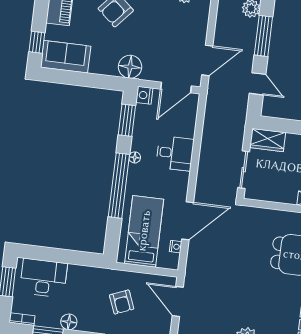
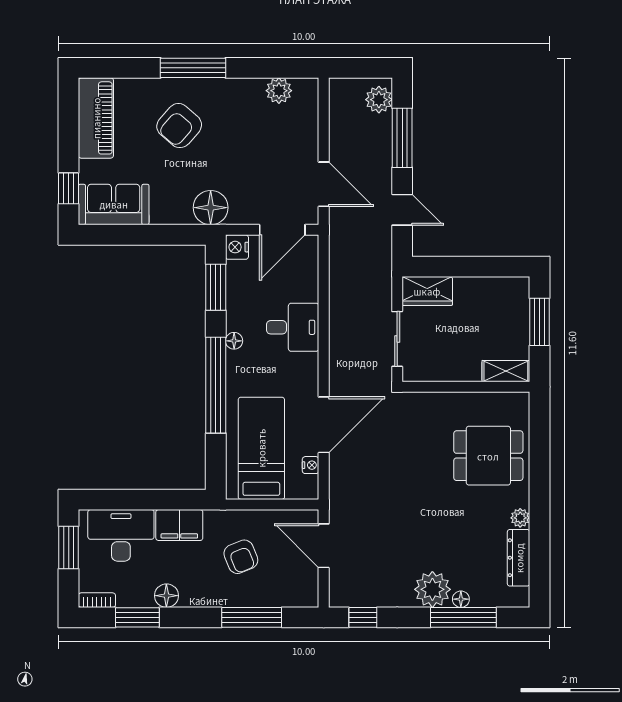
door: (207, 60) -> (324, 184), hinge flipped
filing cabinet: (83, 276) -> (179, 525), added

